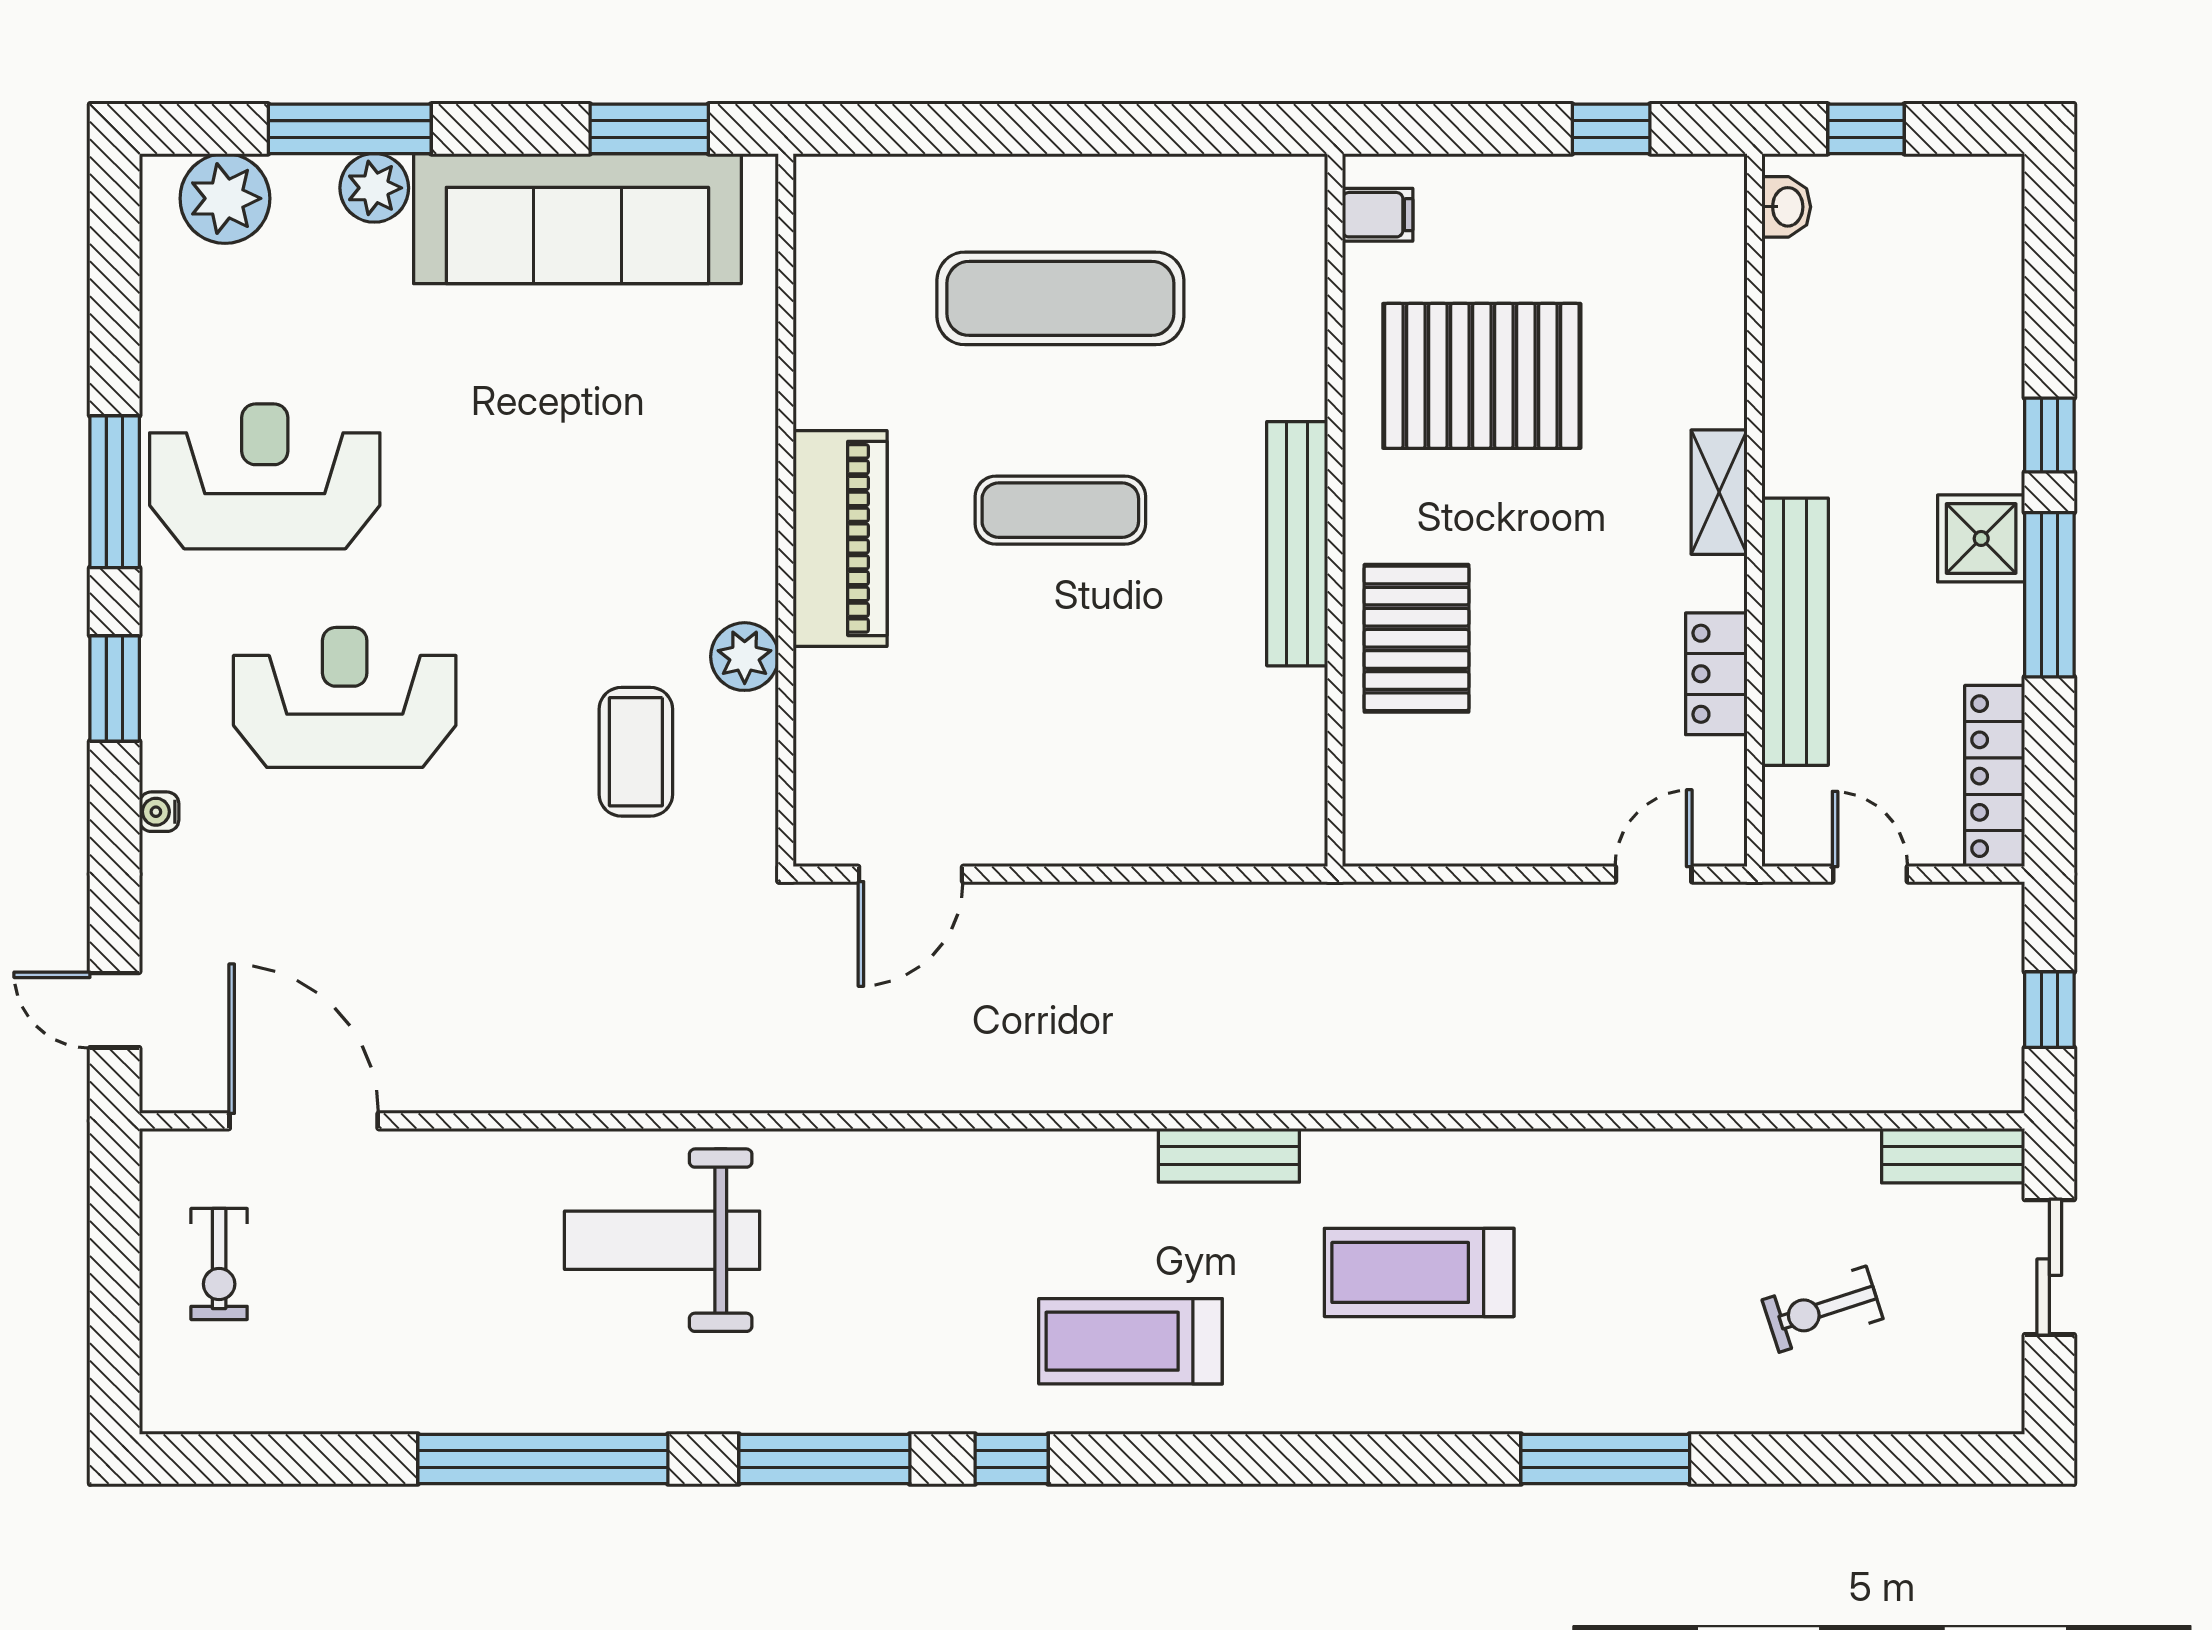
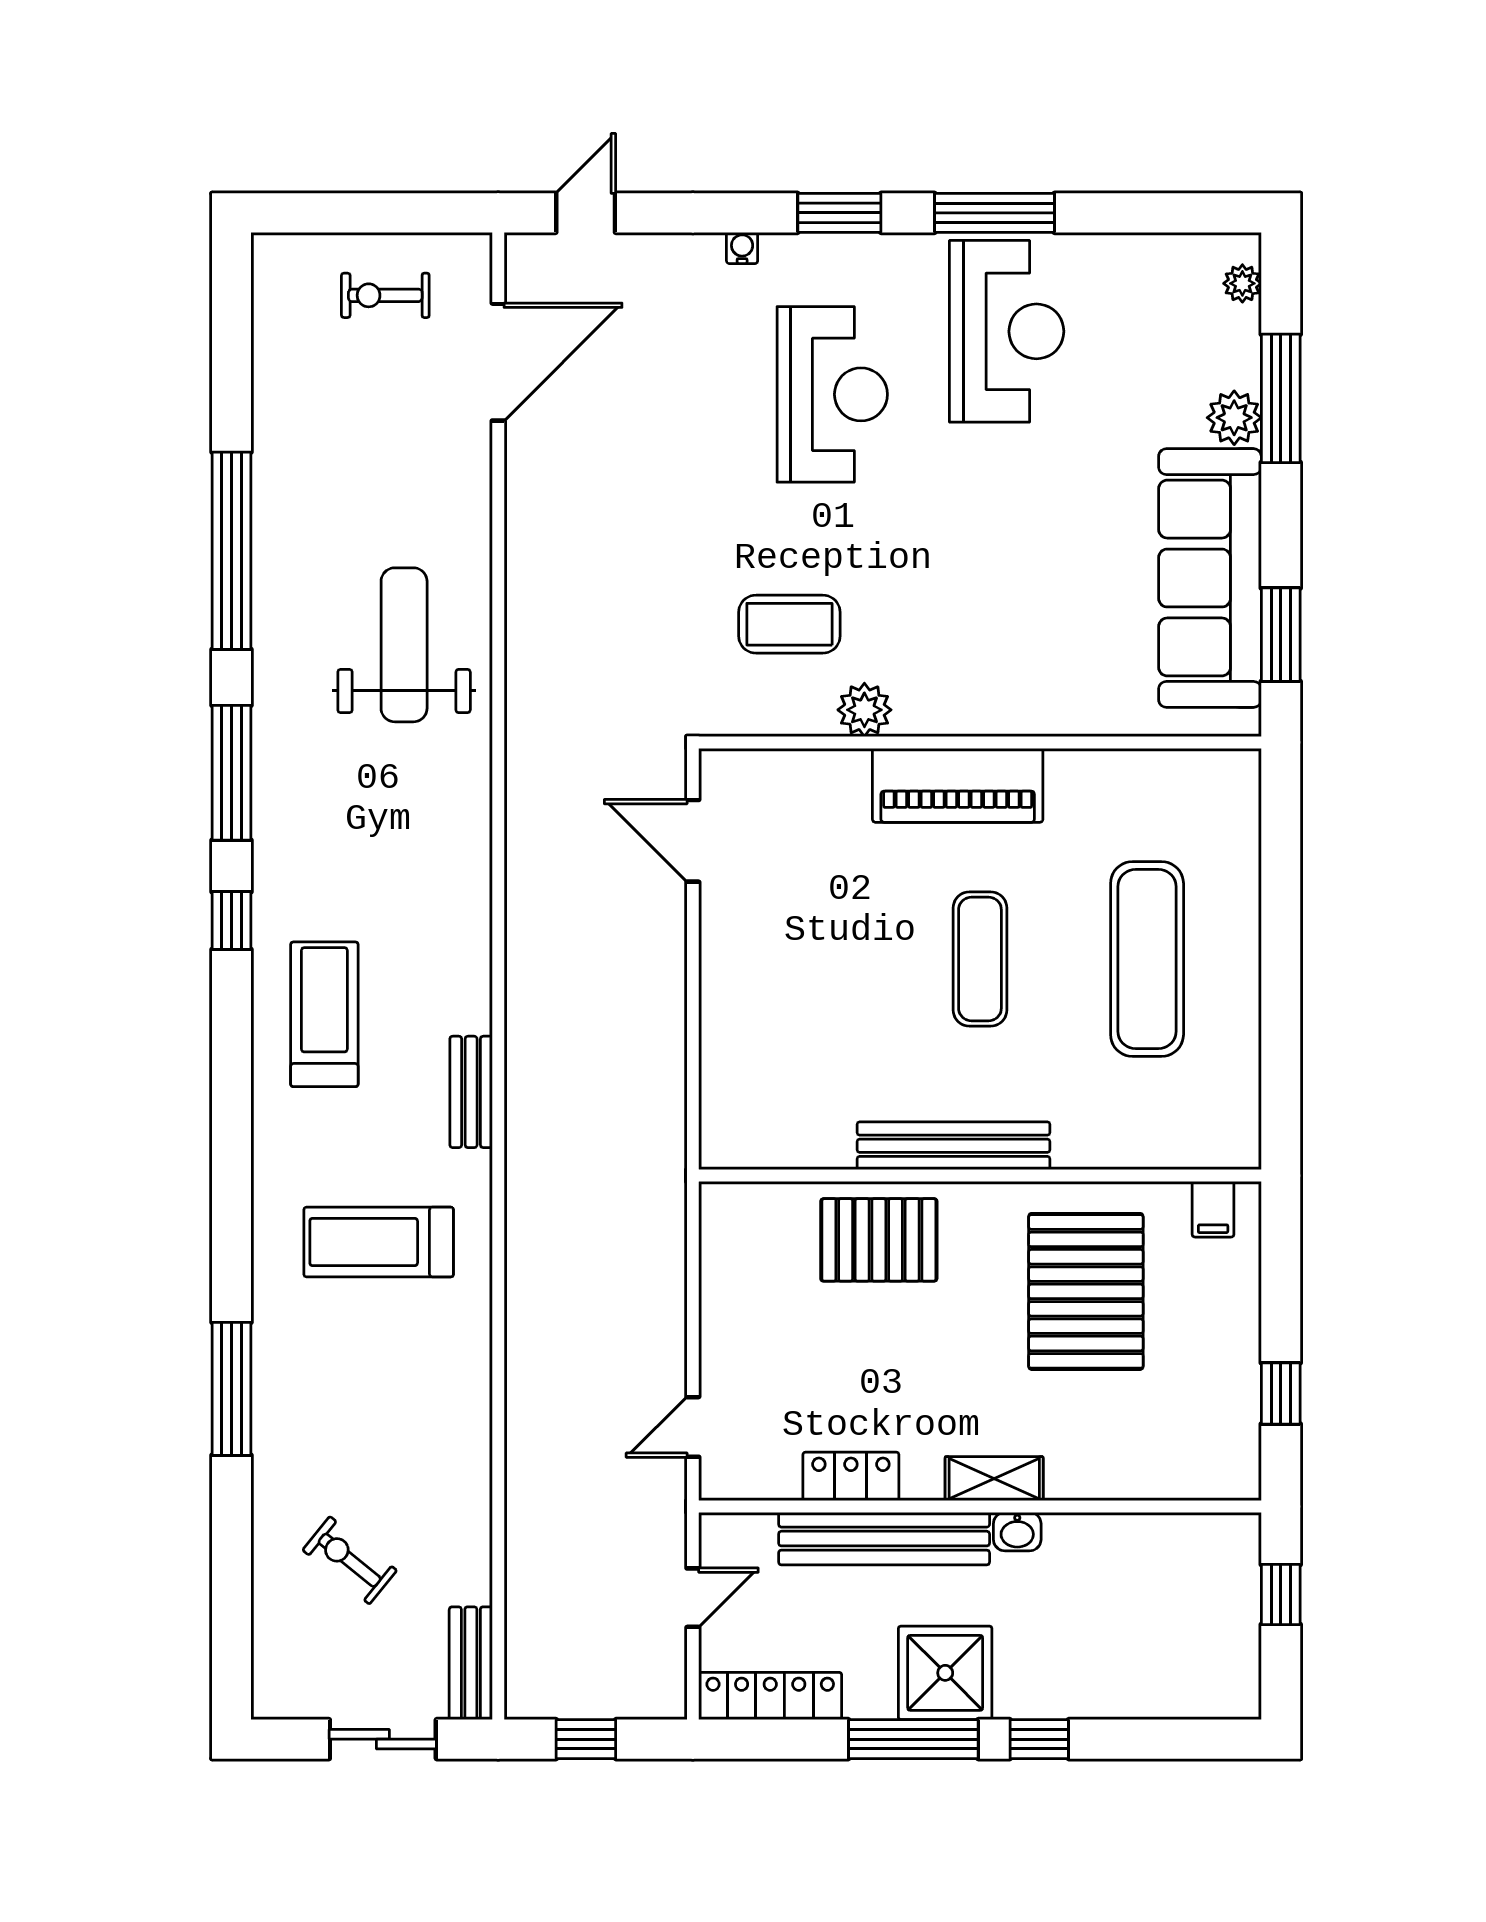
plant: (225, 198) -> (1242, 283), width x0.53, depth x0.53
washbasin: (1786, 207) -> (1017, 1532), moved
shower: (1981, 538) -> (945, 1673), width x1.36, depth x1.36
door: (1654, 874) -> (693, 1427), swing flipped
treadmill: (1419, 1272) -> (379, 1242), turned -90
exercise bike: (1823, 1309) -> (350, 1560), turned -33

